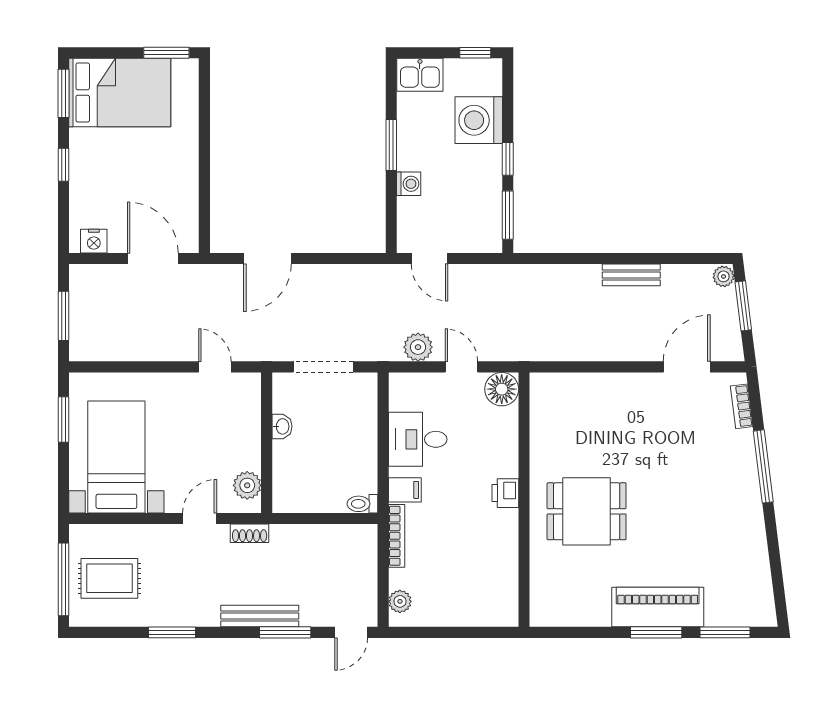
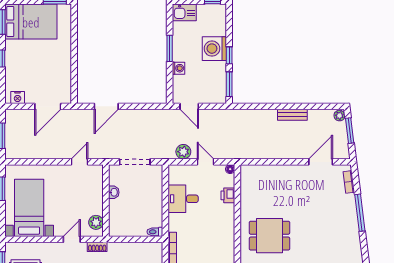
washing machine: (479, 120) -> (214, 49), moved
door: (153, 259) -> (48, 106), swing flipped
door: (215, 367) -> (79, 162), hinge flipped
floor lamp: (502, 389) -> (230, 169), width x0.53, depth x0.53
filing cabinet: (405, 490) -> (177, 225), removed
printer: (505, 493) -> (228, 195), moved

